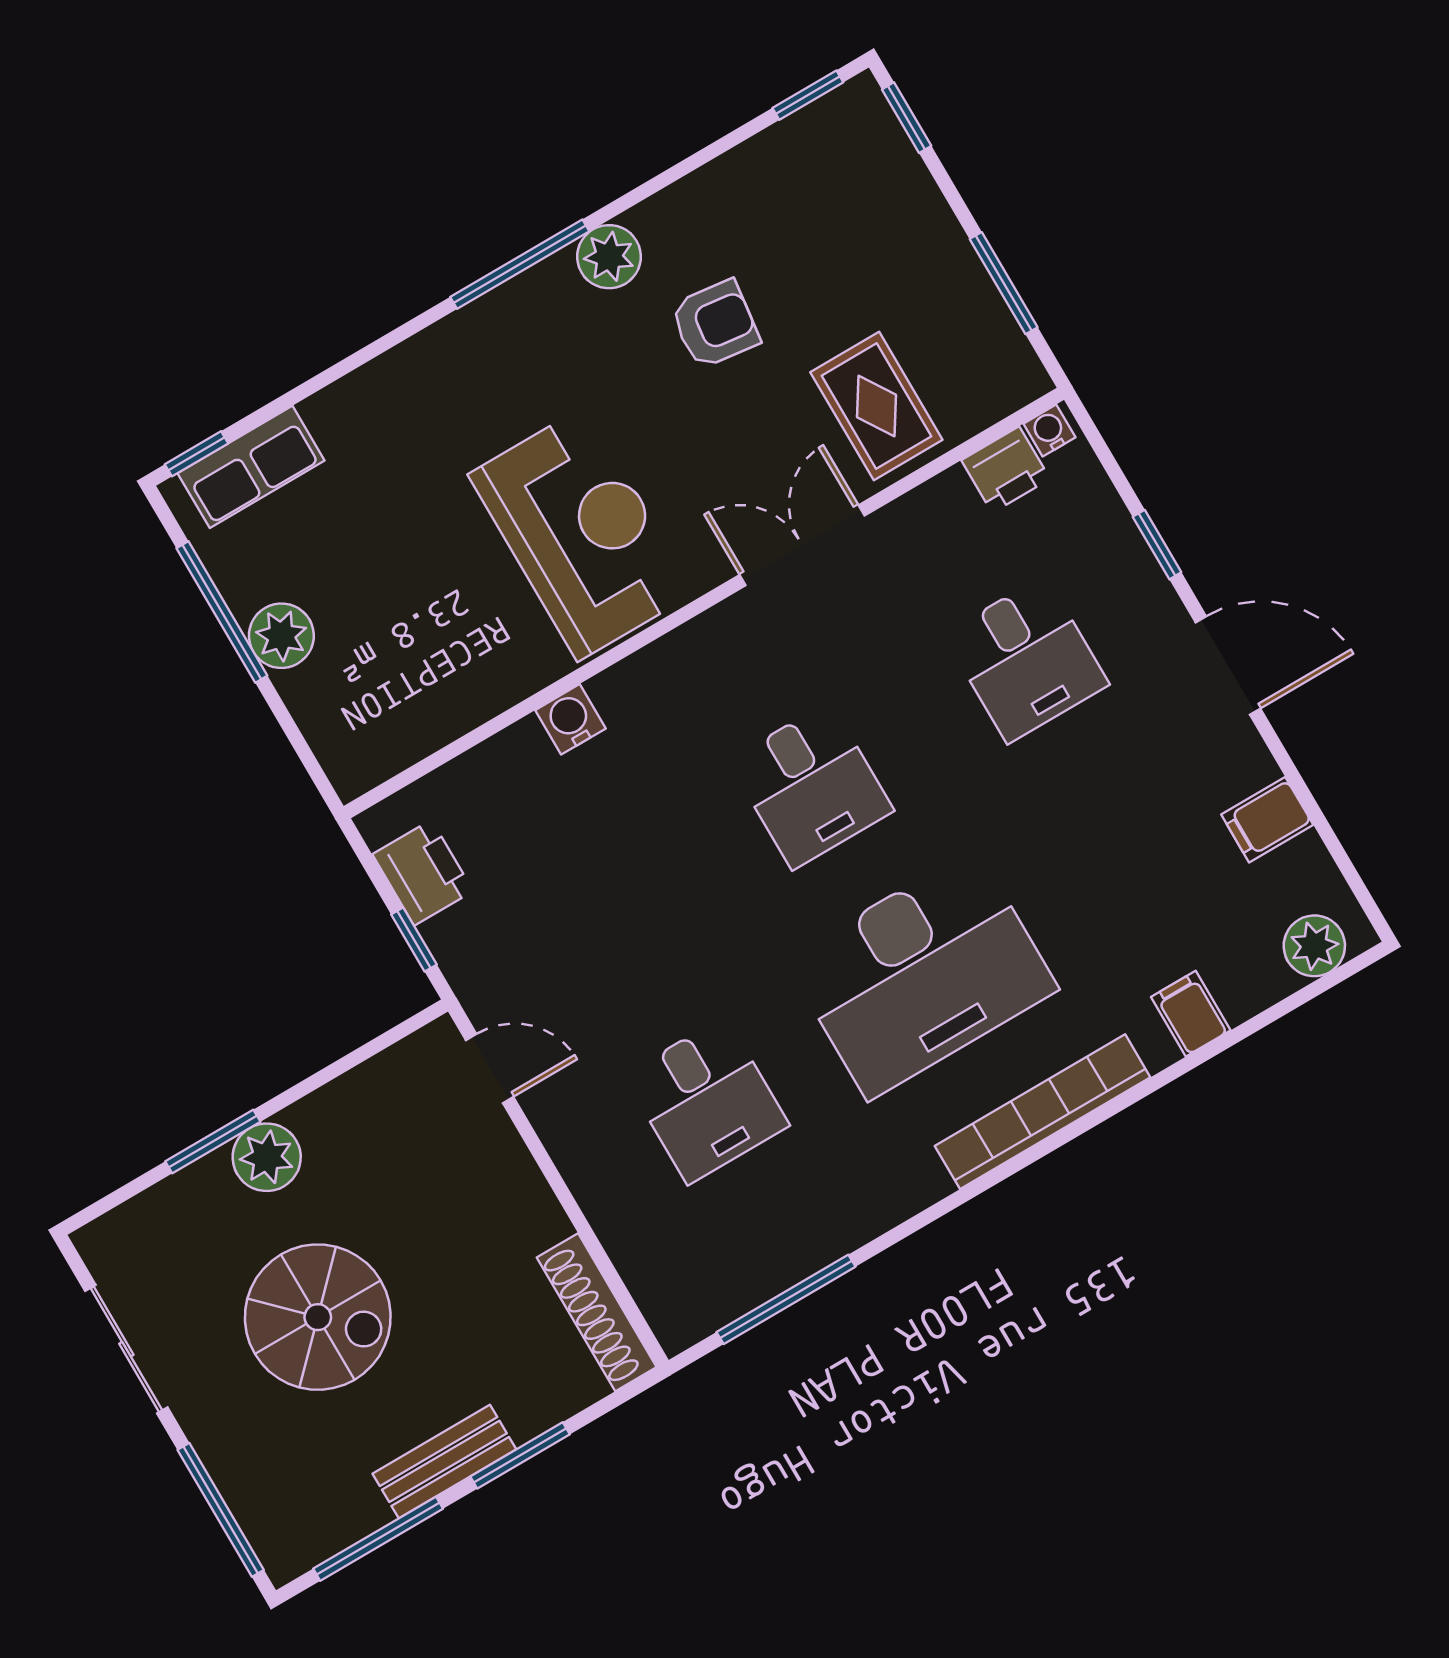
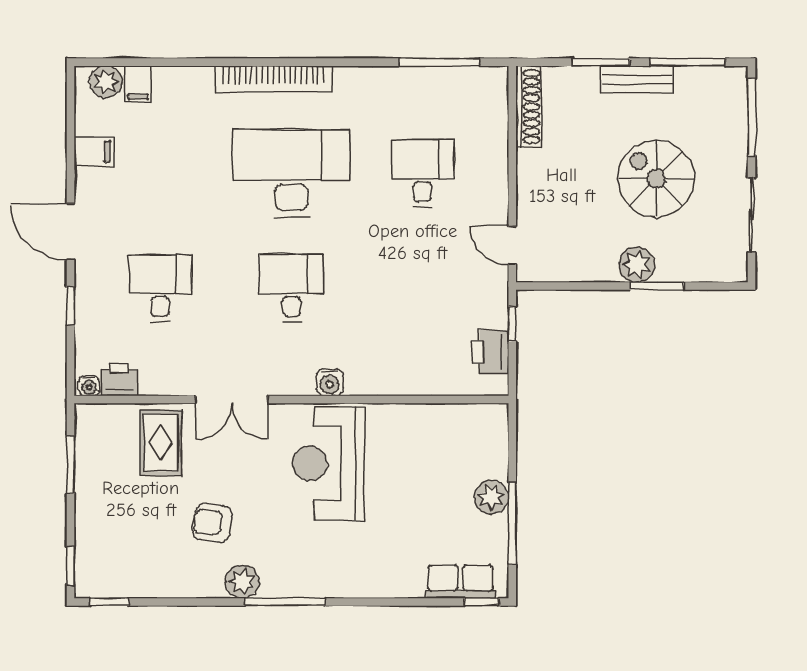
water cooler: (570, 719) -> (330, 382), moved
filing cabinet: (1191, 1014) -> (138, 84), moved

